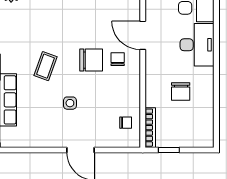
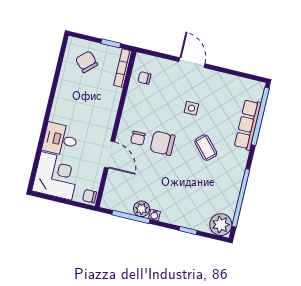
desk: (197, 45) -> (60, 139), width x0.73
coffee table: (45, 66) -> (206, 148), turned -62
chair: (181, 91) -> (87, 62), moved, turned -43

